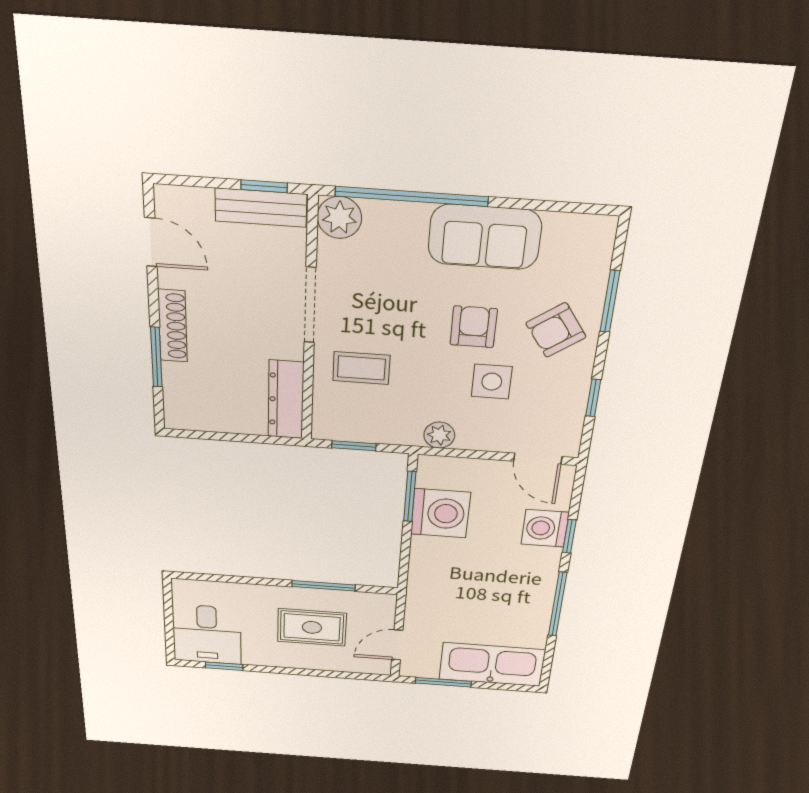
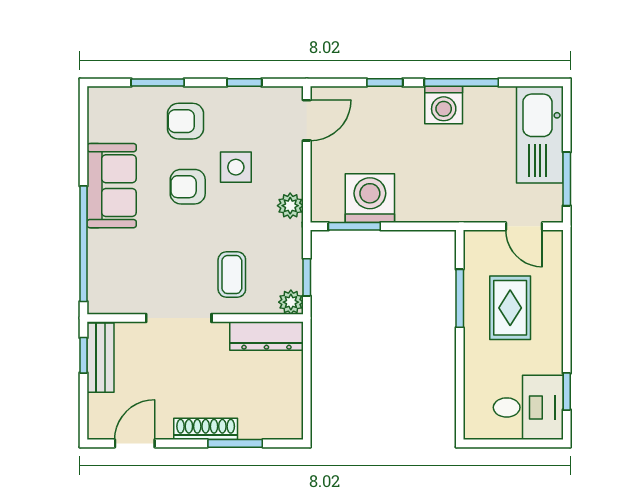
plant: (339, 217) -> (291, 302), moved, width x0.73, depth x0.73
armchair: (556, 330) -> (186, 121), turned 125
washing machine: (545, 528) -> (444, 105), moved

